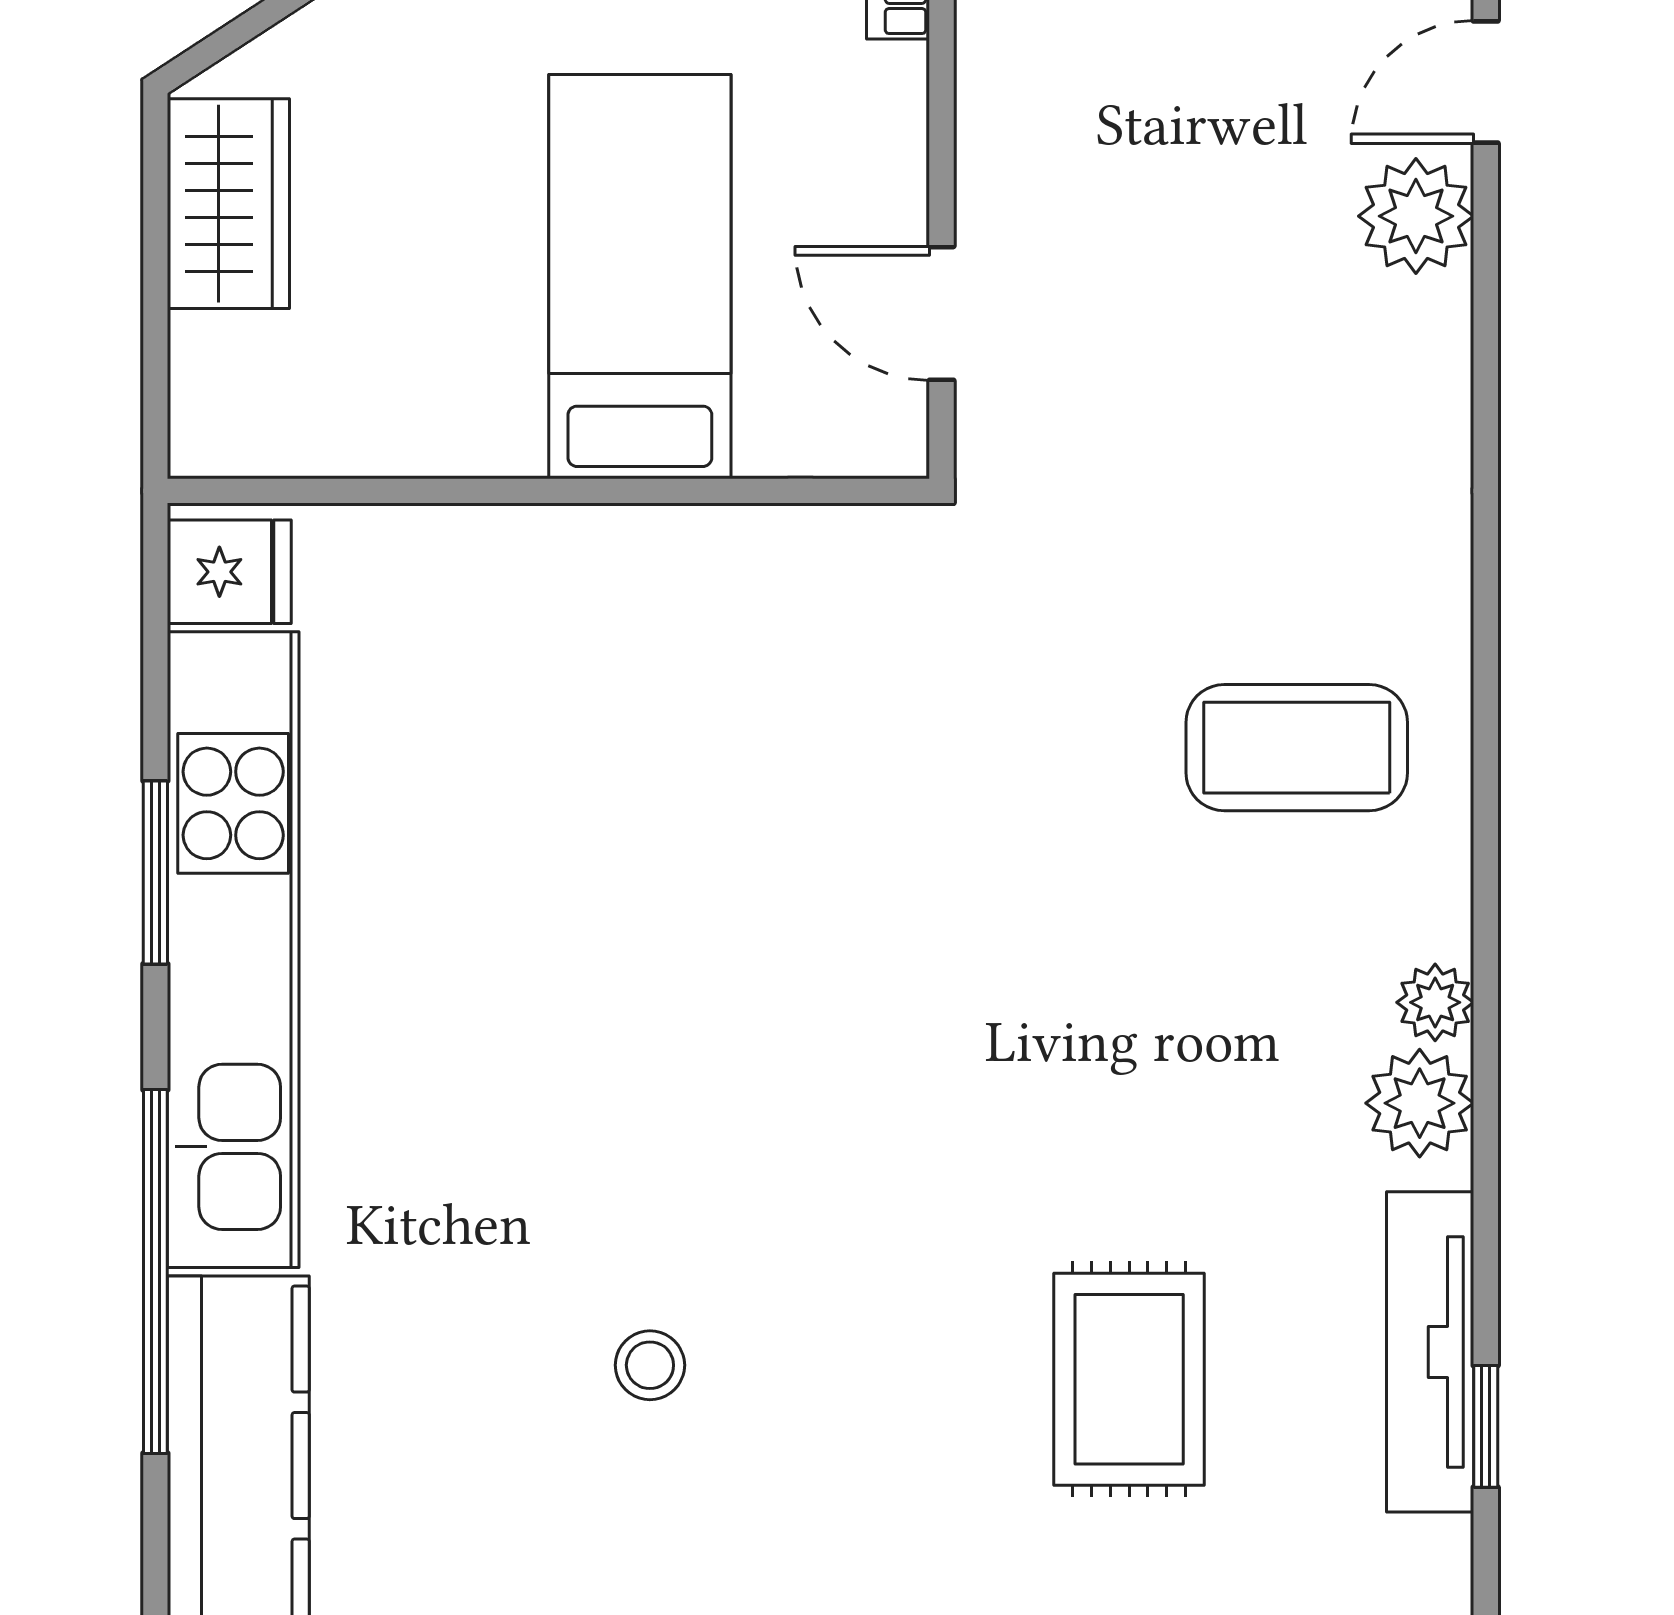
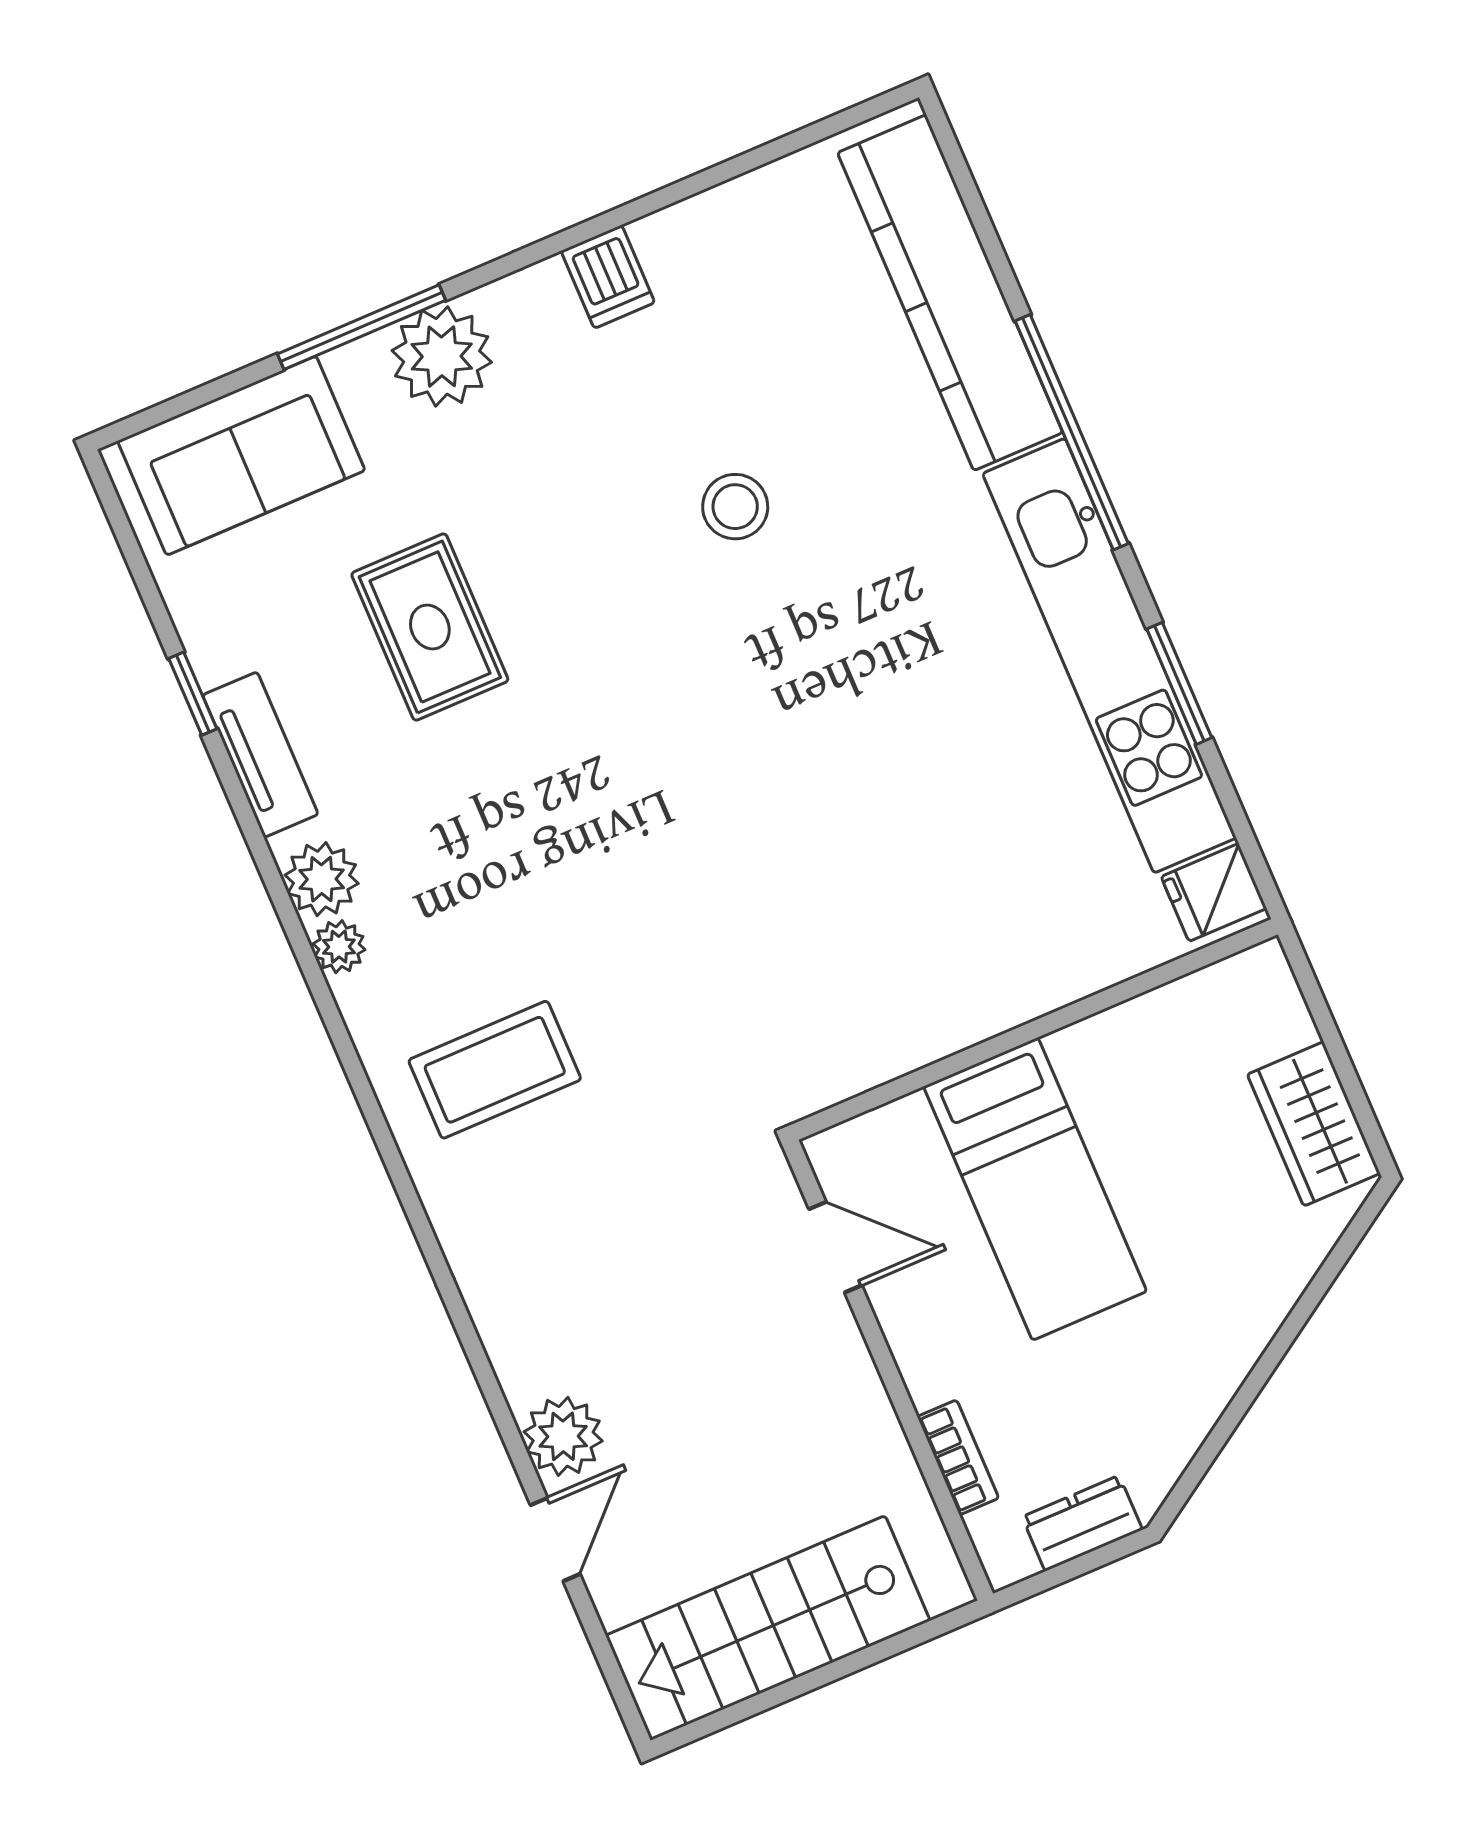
tv unit: (1430, 1352) -> (260, 755), width x0.71
stool: (650, 1365) -> (735, 507), width x1.37, depth x1.37

